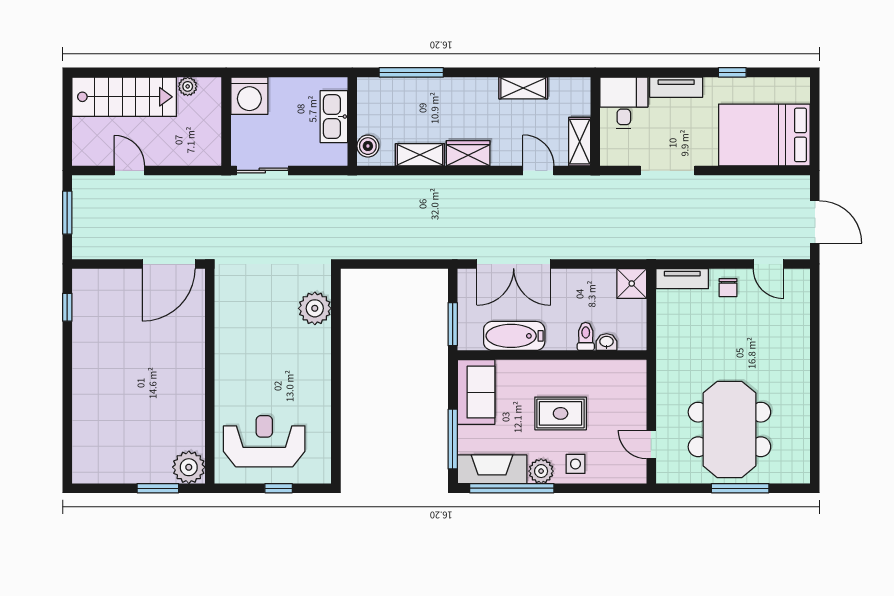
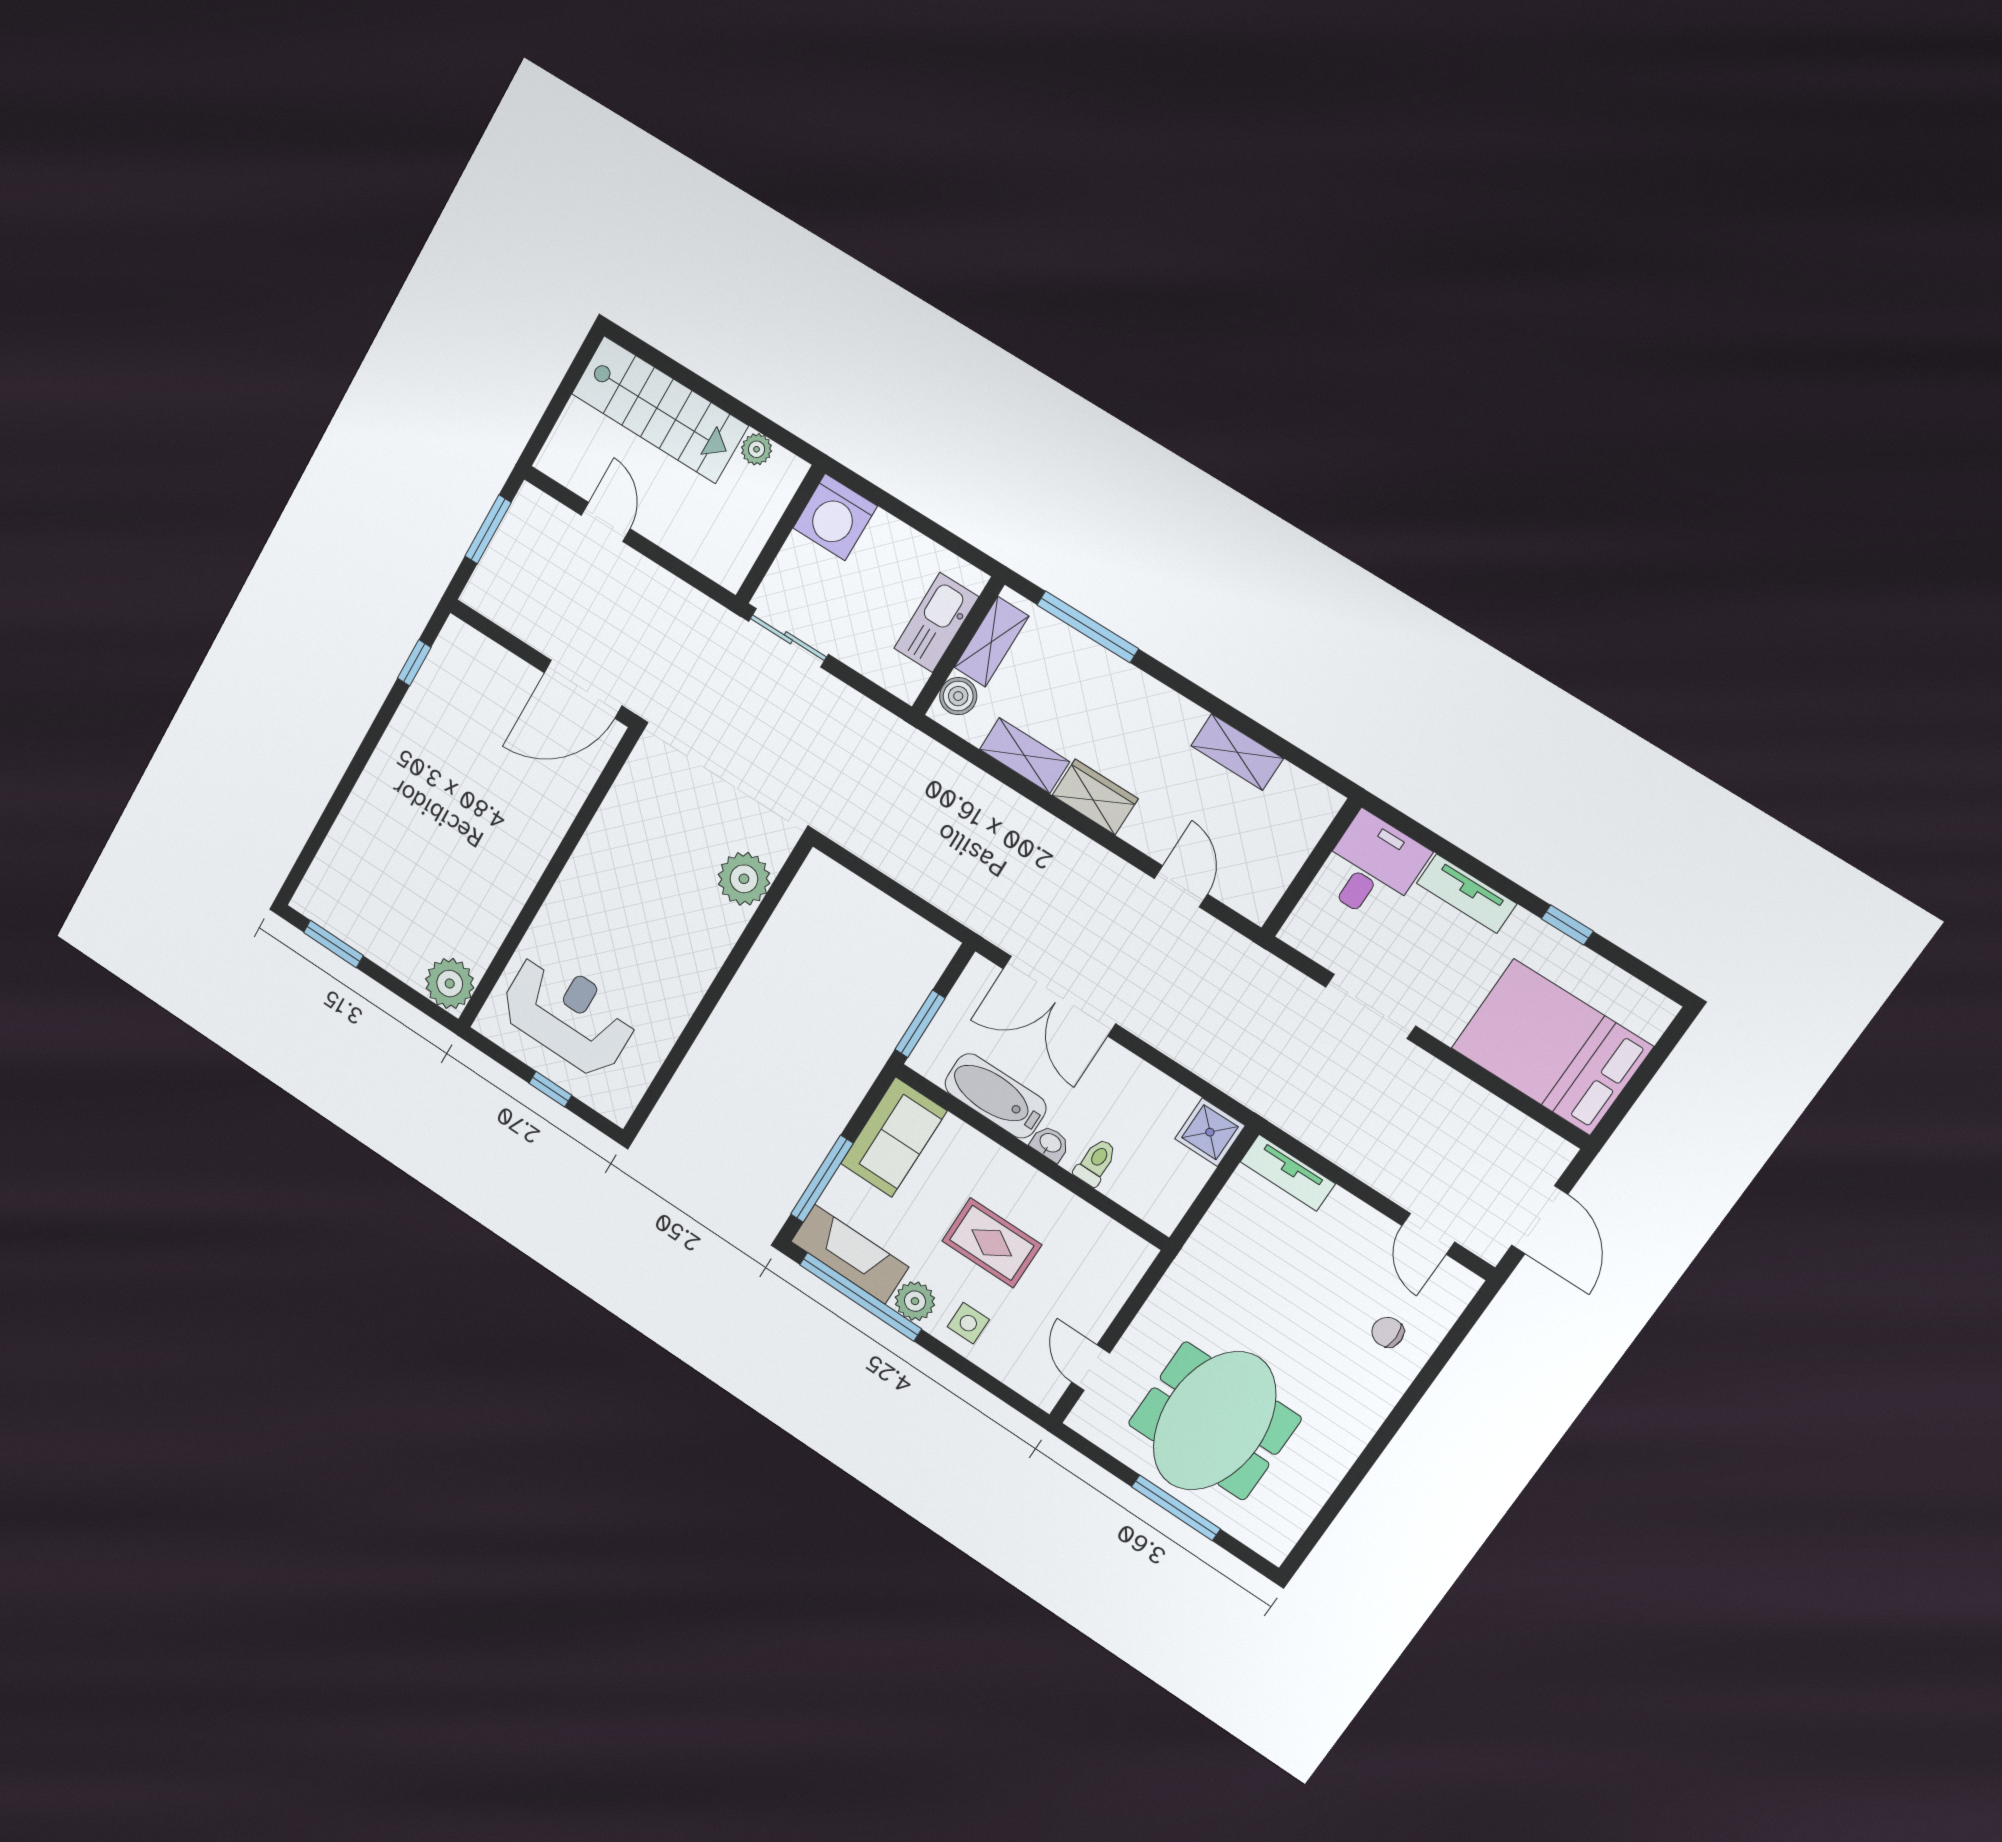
shelving: (580, 142) -> (991, 642), moved
chair: (728, 288) -> (1388, 1332), moved, turned 90
washbasin: (607, 342) -> (1050, 1143), moved
window: (158, 488) -> (333, 944), moved

